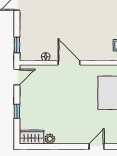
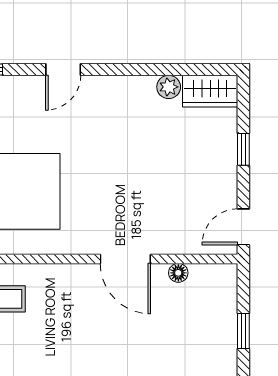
window: (17, 45) -> (243, 331), moved

